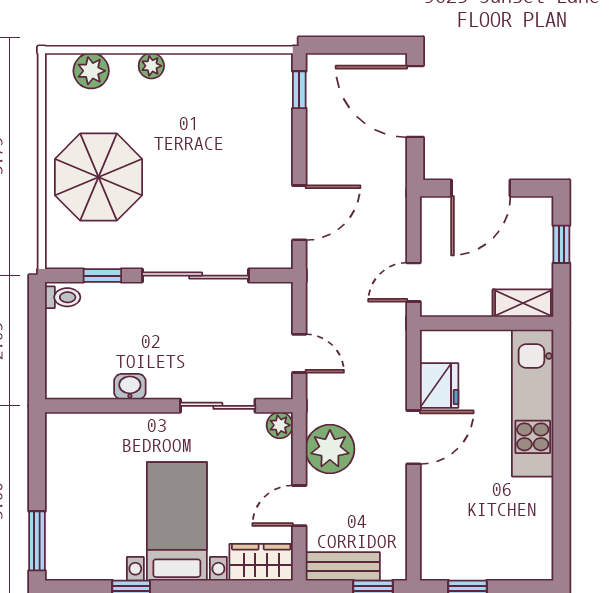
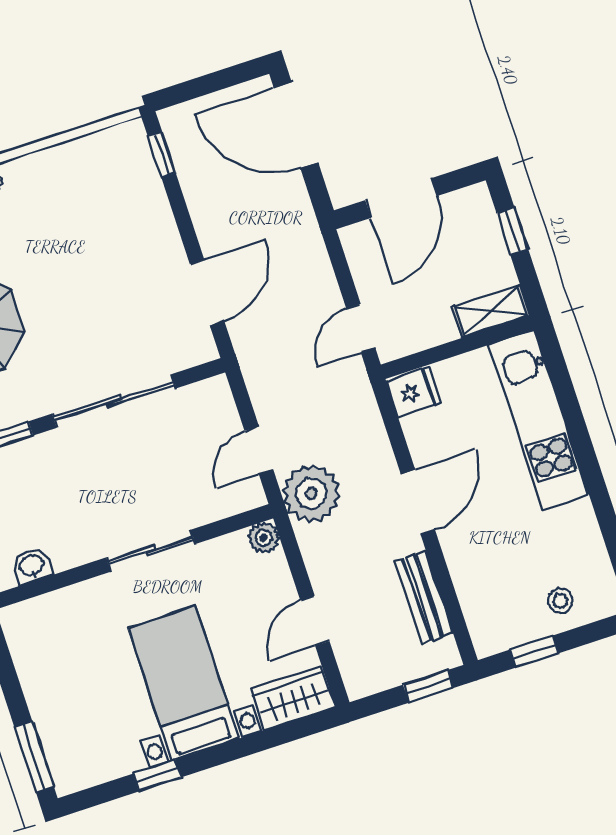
door: (299, 353) -> (259, 450), swing flipped
fridge: (439, 385) -> (414, 392), moved, width x0.72
washbasin: (130, 387) -> (32, 566), moved
sliding door: (218, 406) -> (151, 551), moved
plant: (330, 449) -> (311, 493), moved
stool: (502, 555) -> (560, 601), added
bench: (343, 566) -> (424, 597), moved, turned 90

